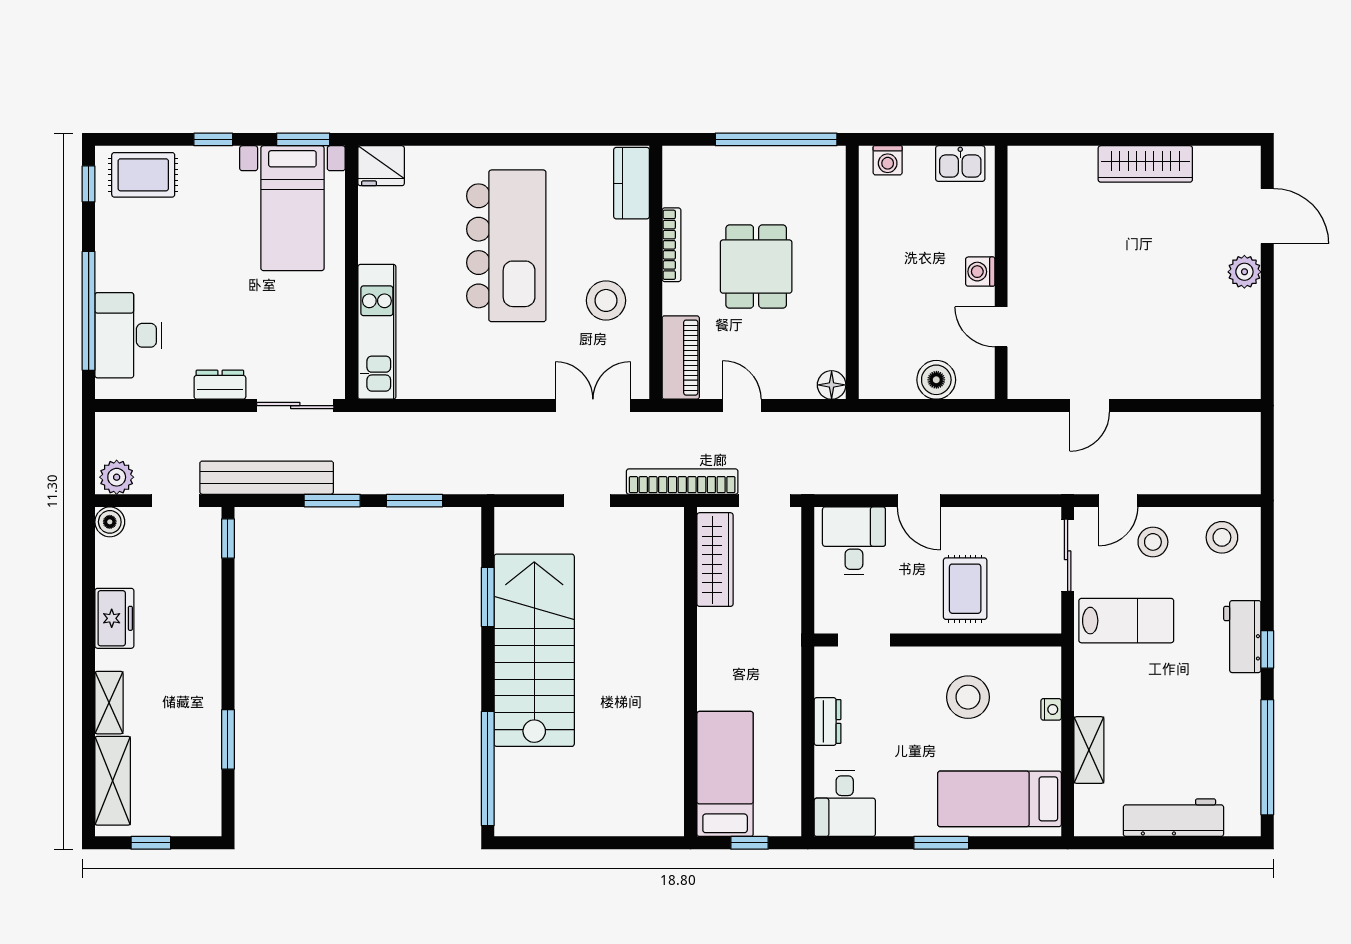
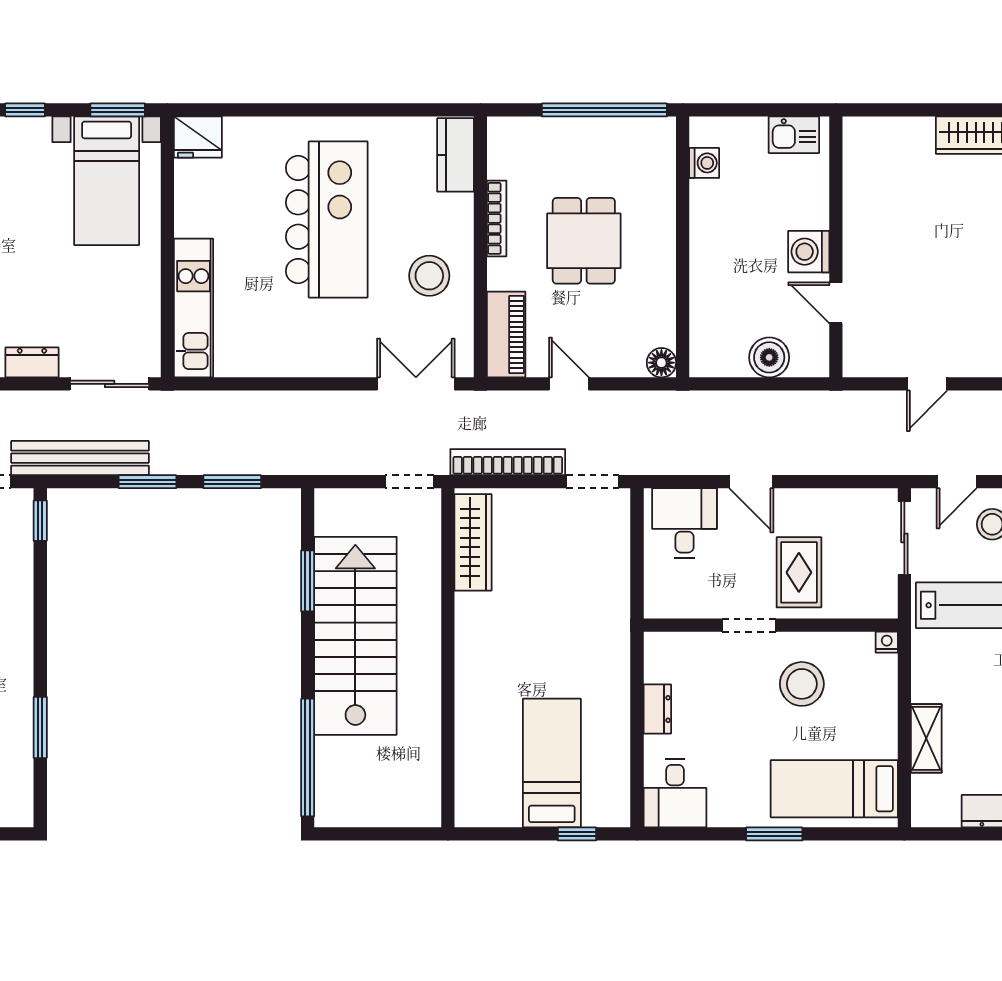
washing machine: (888, 160) -> (704, 163), moved, turned -90
washing machine: (980, 272) -> (809, 252), width x1.38, depth x1.38
wardrobe: (715, 560) -> (473, 542), moved
doorway: (864, 640) -> (749, 625), moved
wall: (691, 672) -> (448, 658), moved
nightstand: (1051, 709) -> (887, 642), moved, turned -90

